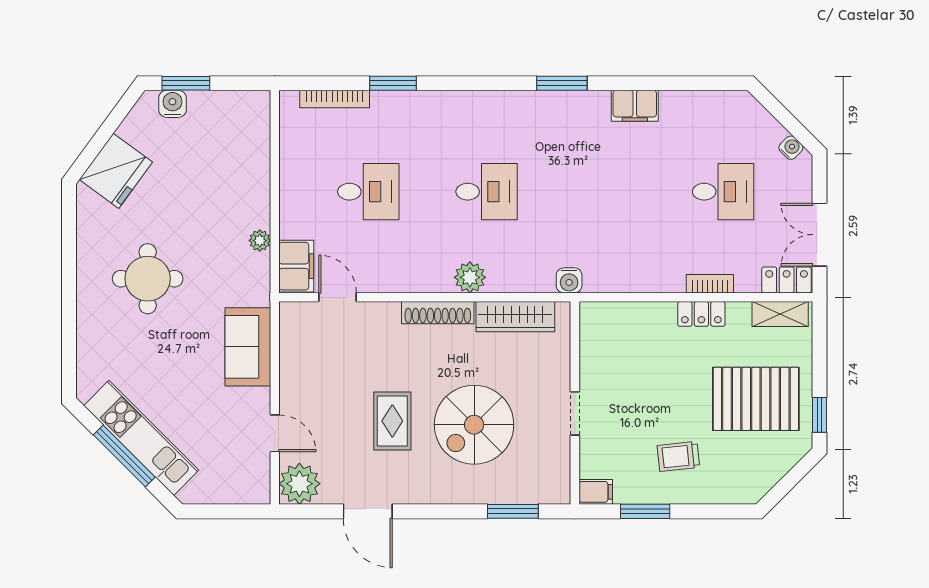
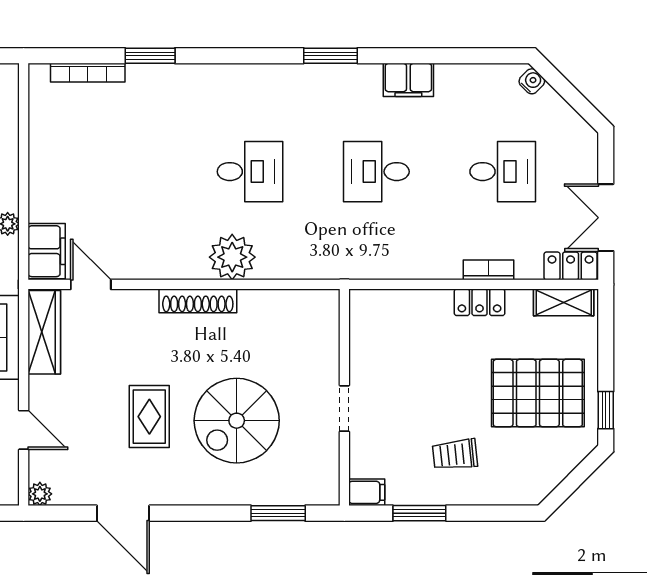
water cooler: (791, 148) -> (532, 81), moved
desk: (368, 192) -> (376, 172), moved, turned 180
plant: (470, 277) -> (232, 257), width x1.36, depth x1.36
water cooler: (569, 280) -> (338, 266), removed
wardrobe: (515, 317) -> (44, 332), moved, turned -90
plant: (299, 484) -> (40, 494), width x0.53, depth x0.53

